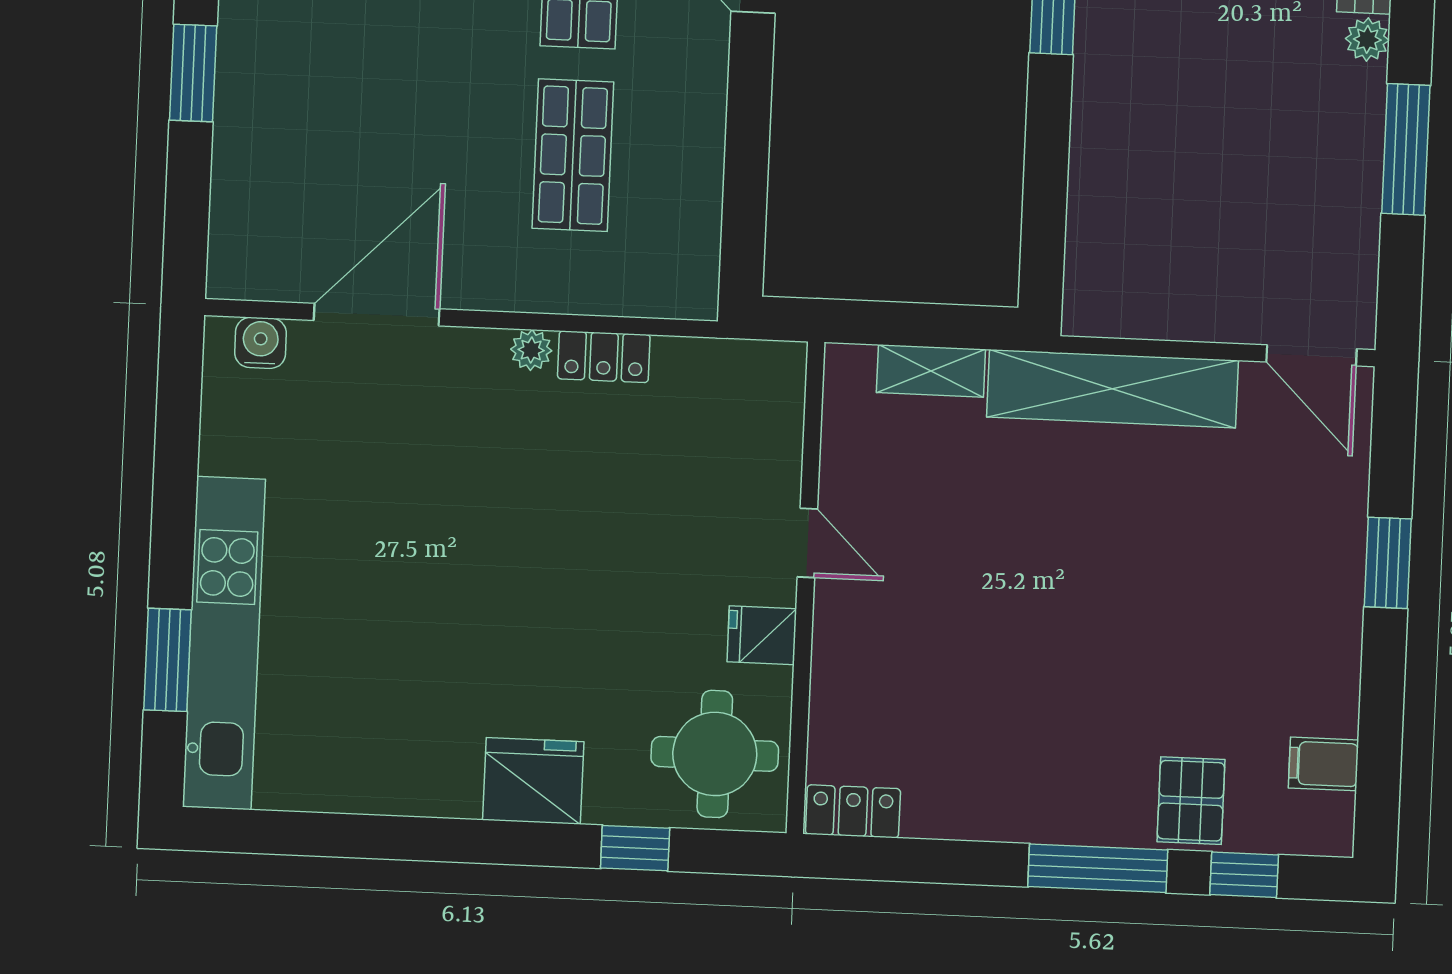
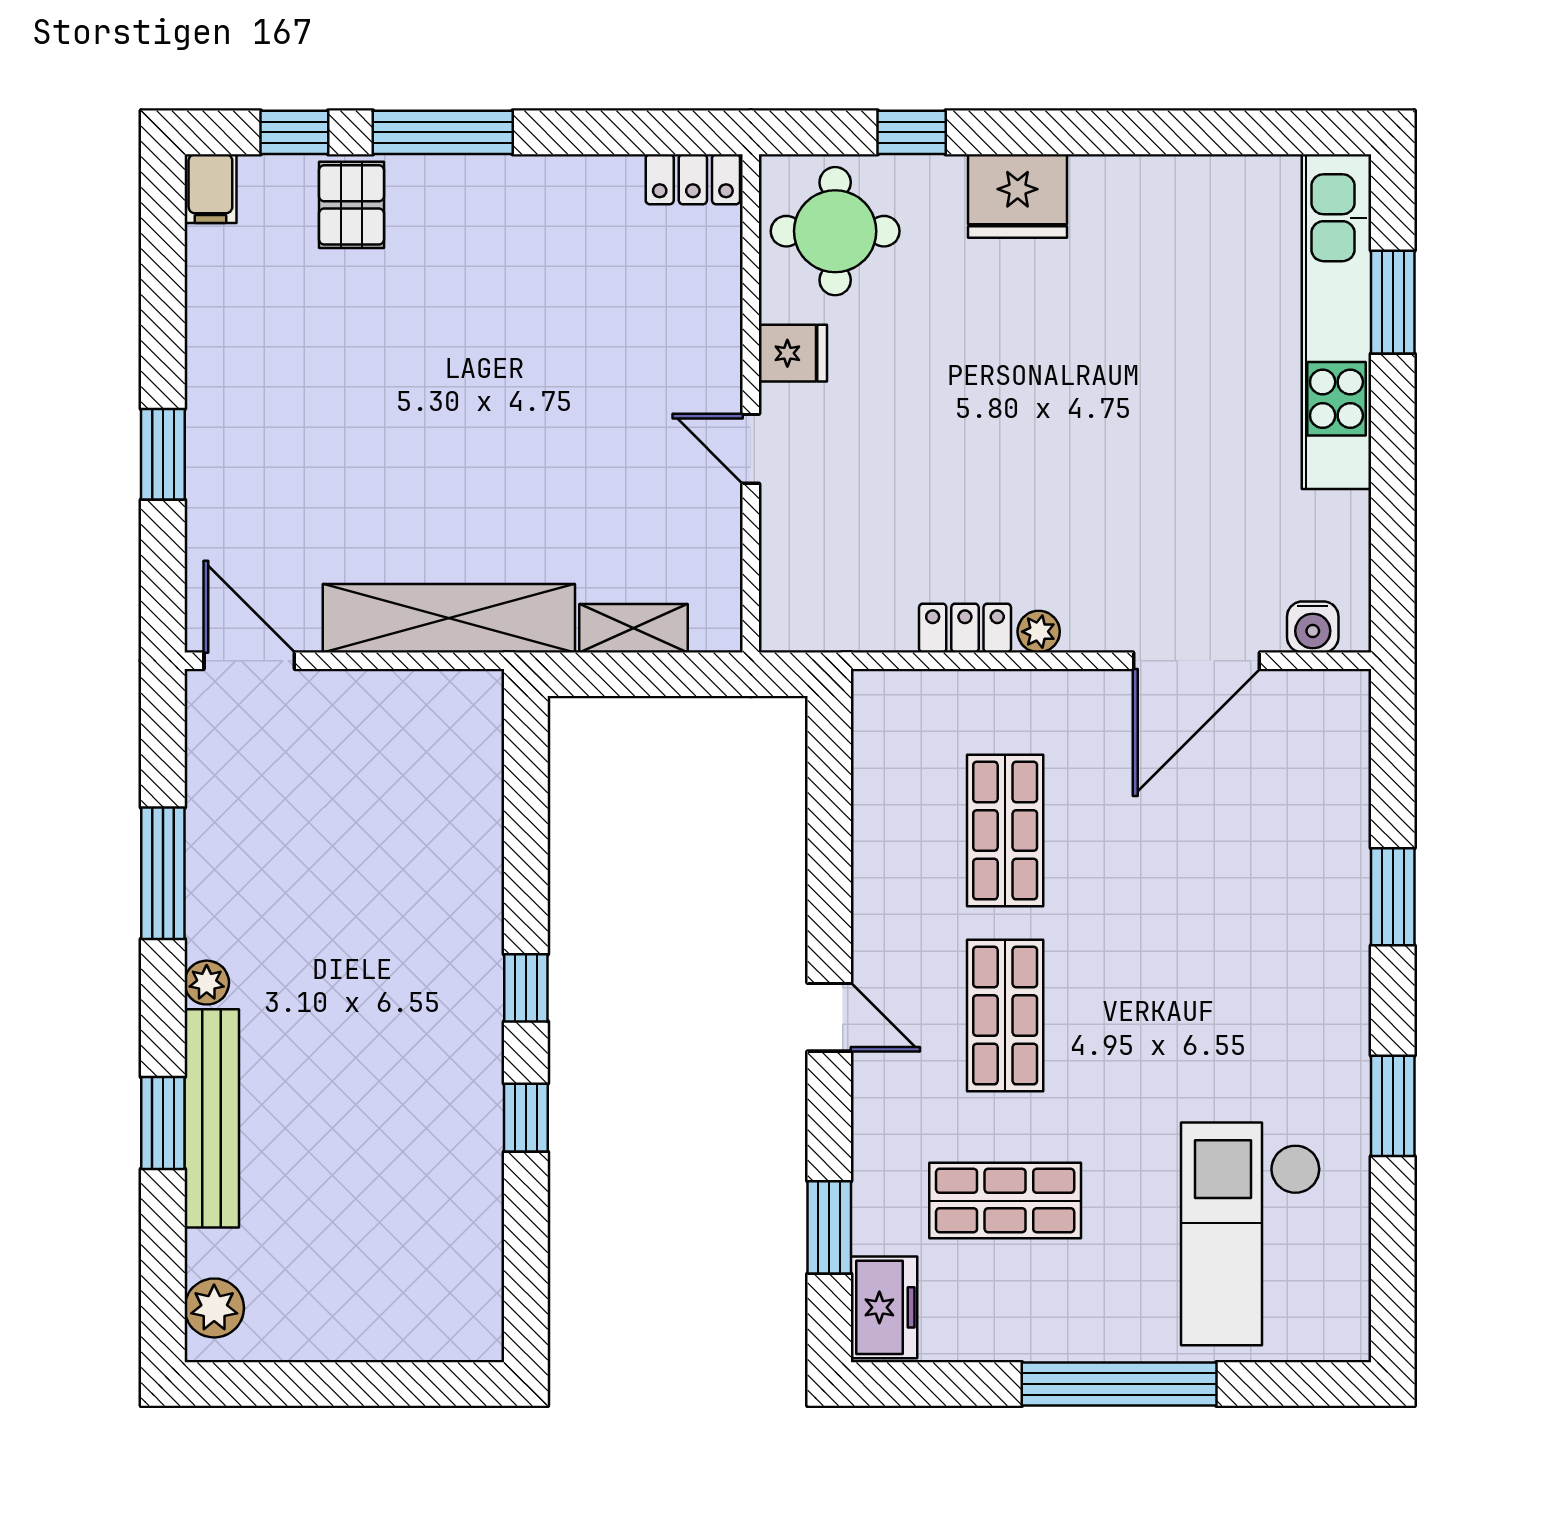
filing cabinet: (1323, 764) -> (210, 189), moved, turned 90

